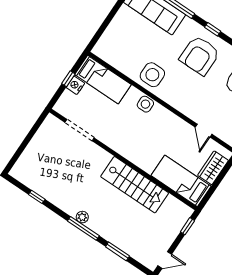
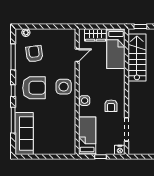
side table: (152, 75) -> (64, 87), moved
nightstand: (75, 85) -> (120, 150), moved
armchair: (119, 130) -> (111, 106), added
stairs: (135, 185) -> (137, 58), moved

